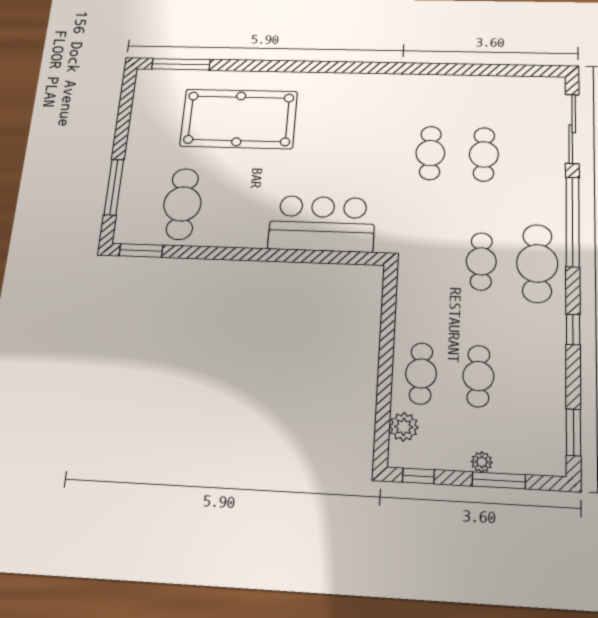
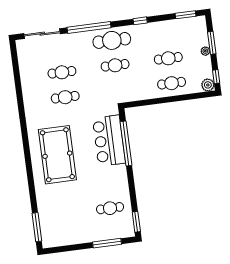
pool table: (239, 119) -> (57, 155), moved
cafe table: (182, 204) -> (110, 208), width x0.73, depth x0.74
window: (309, 256) -> (126, 144), added
plant: (404, 427) -> (208, 85), moved

